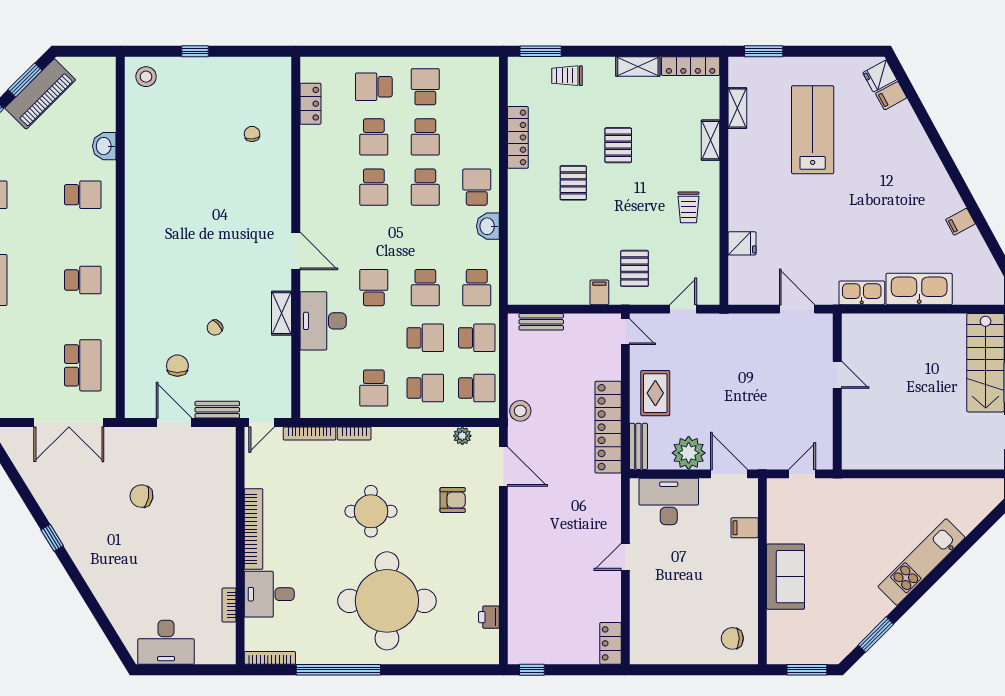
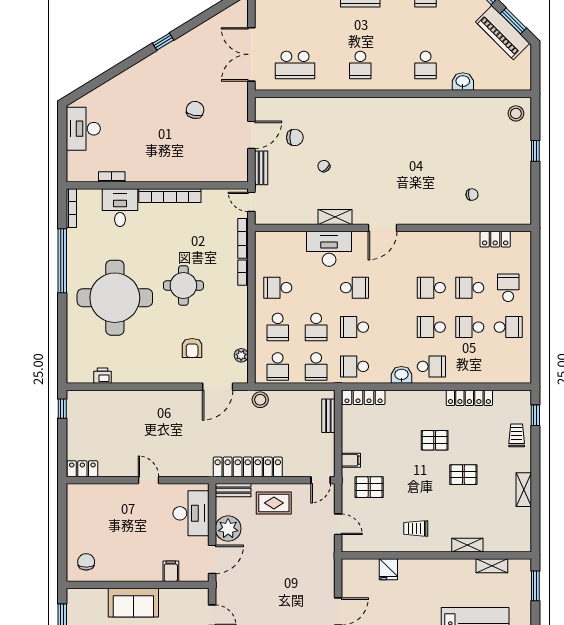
window: (541, 51) -> (535, 415), width x0.67
locker: (691, 66) -> (364, 397), moved, turned -90

